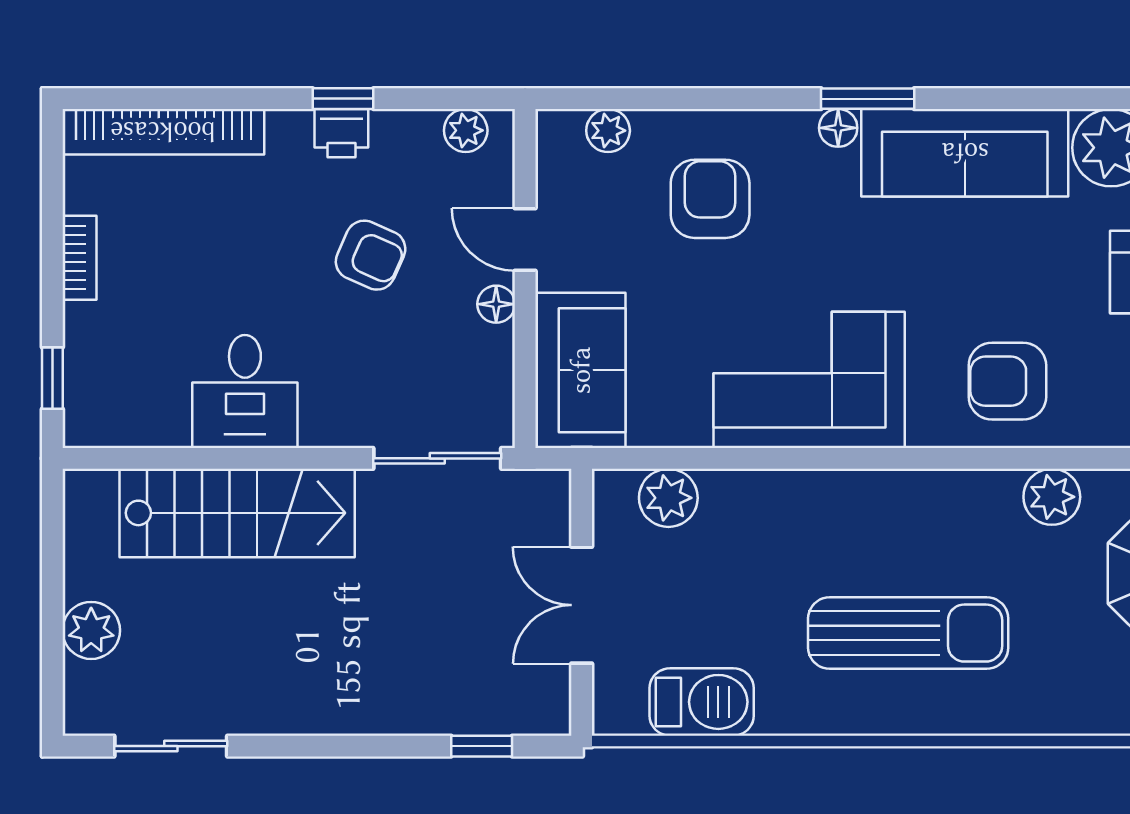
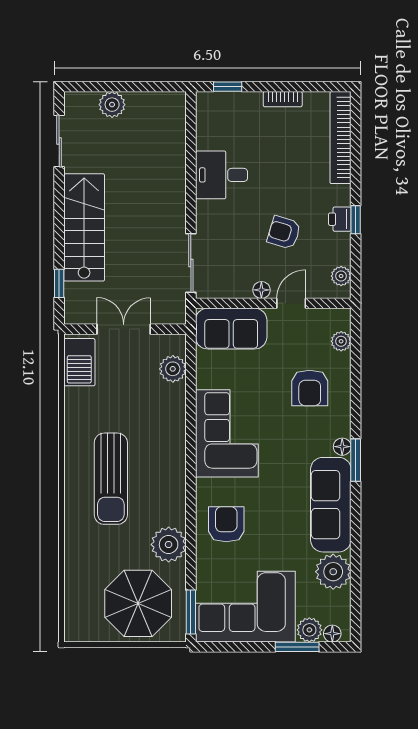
armchair: (710, 199) -> (310, 388), turned 90
armchair: (371, 255) -> (284, 232), turned 83
plant: (1052, 497) -> (169, 545), width x1.36, depth x1.36
stairs: (237, 513) -> (84, 227), moved, turned 180
barbecue: (702, 702) -> (79, 362), moved

